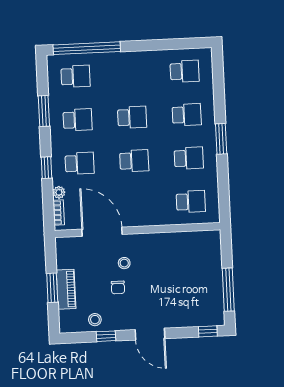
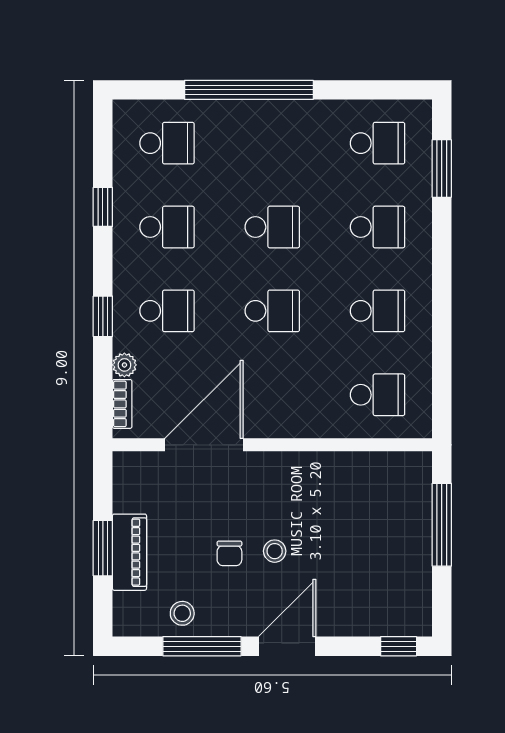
window: (87, 48) -> (249, 90), moved
window: (44, 111) -> (103, 207), width x0.67
window: (221, 139) -> (442, 168), moved
door: (102, 232) -> (204, 445), hinge flipped
stool: (124, 263) -> (275, 551), moved
window: (228, 290) -> (442, 525), moved
door: (150, 334) -> (287, 646), swing flipped
window: (106, 336) -> (202, 646), width x2.17

